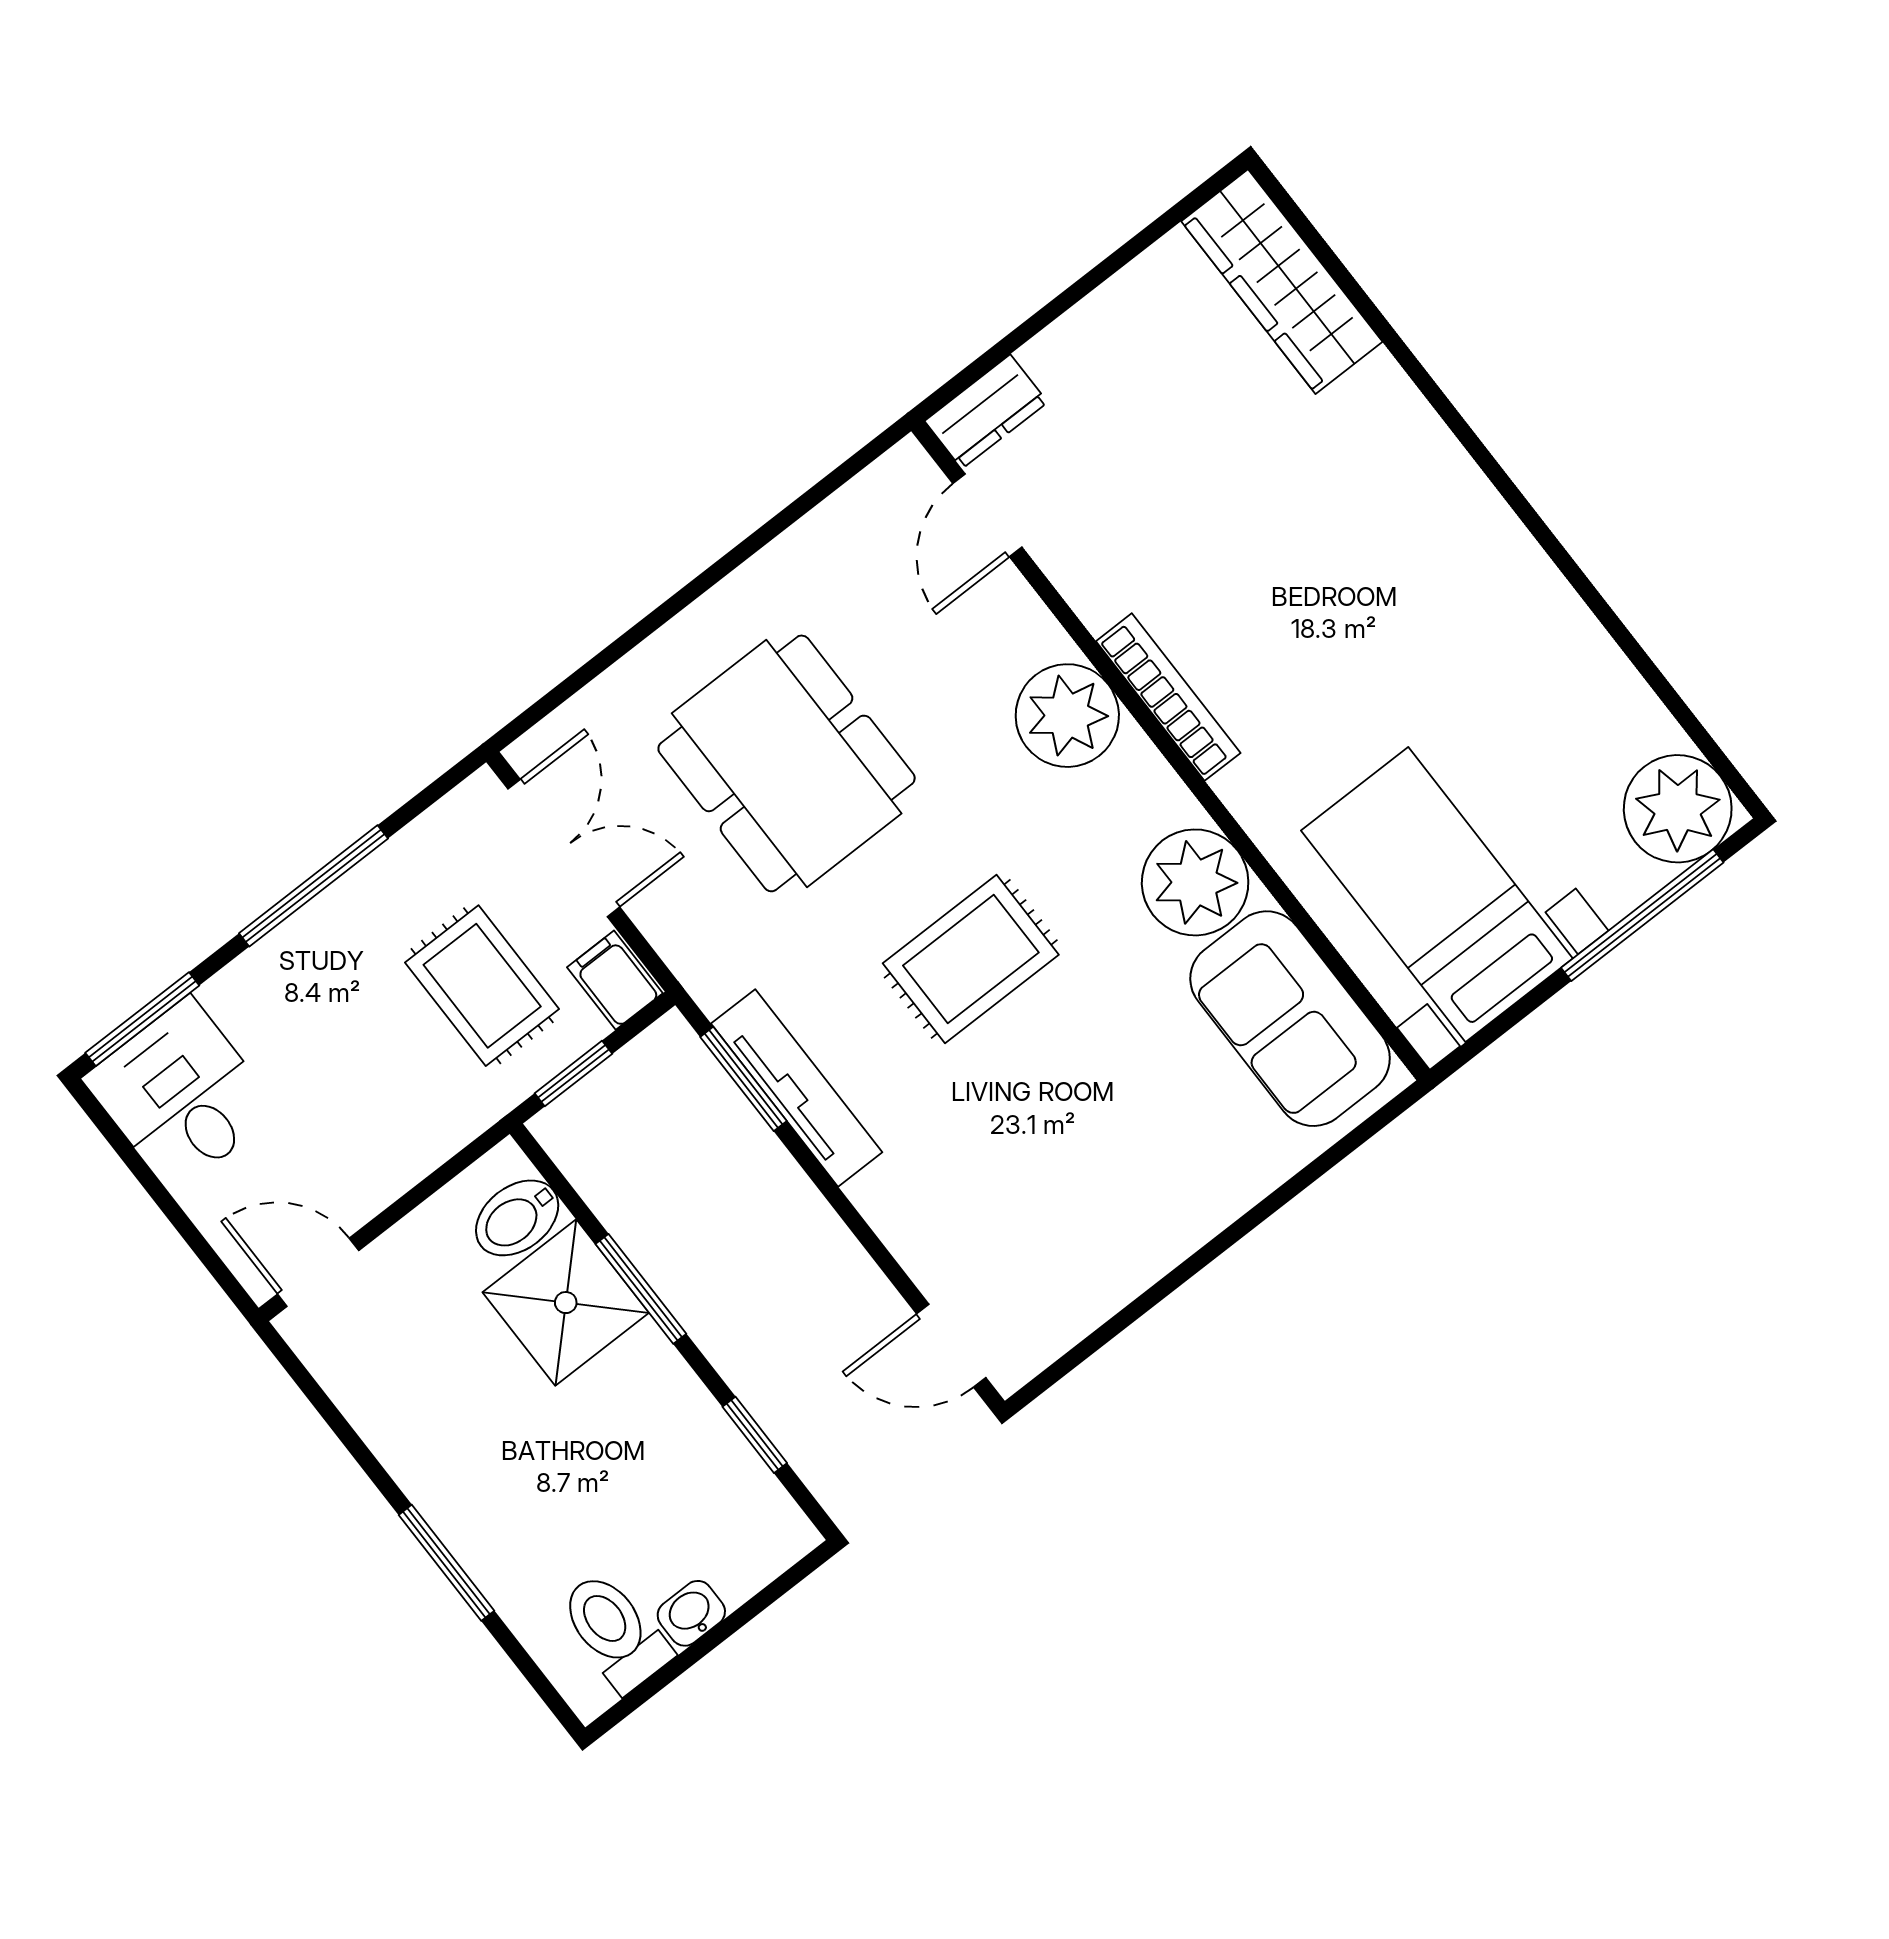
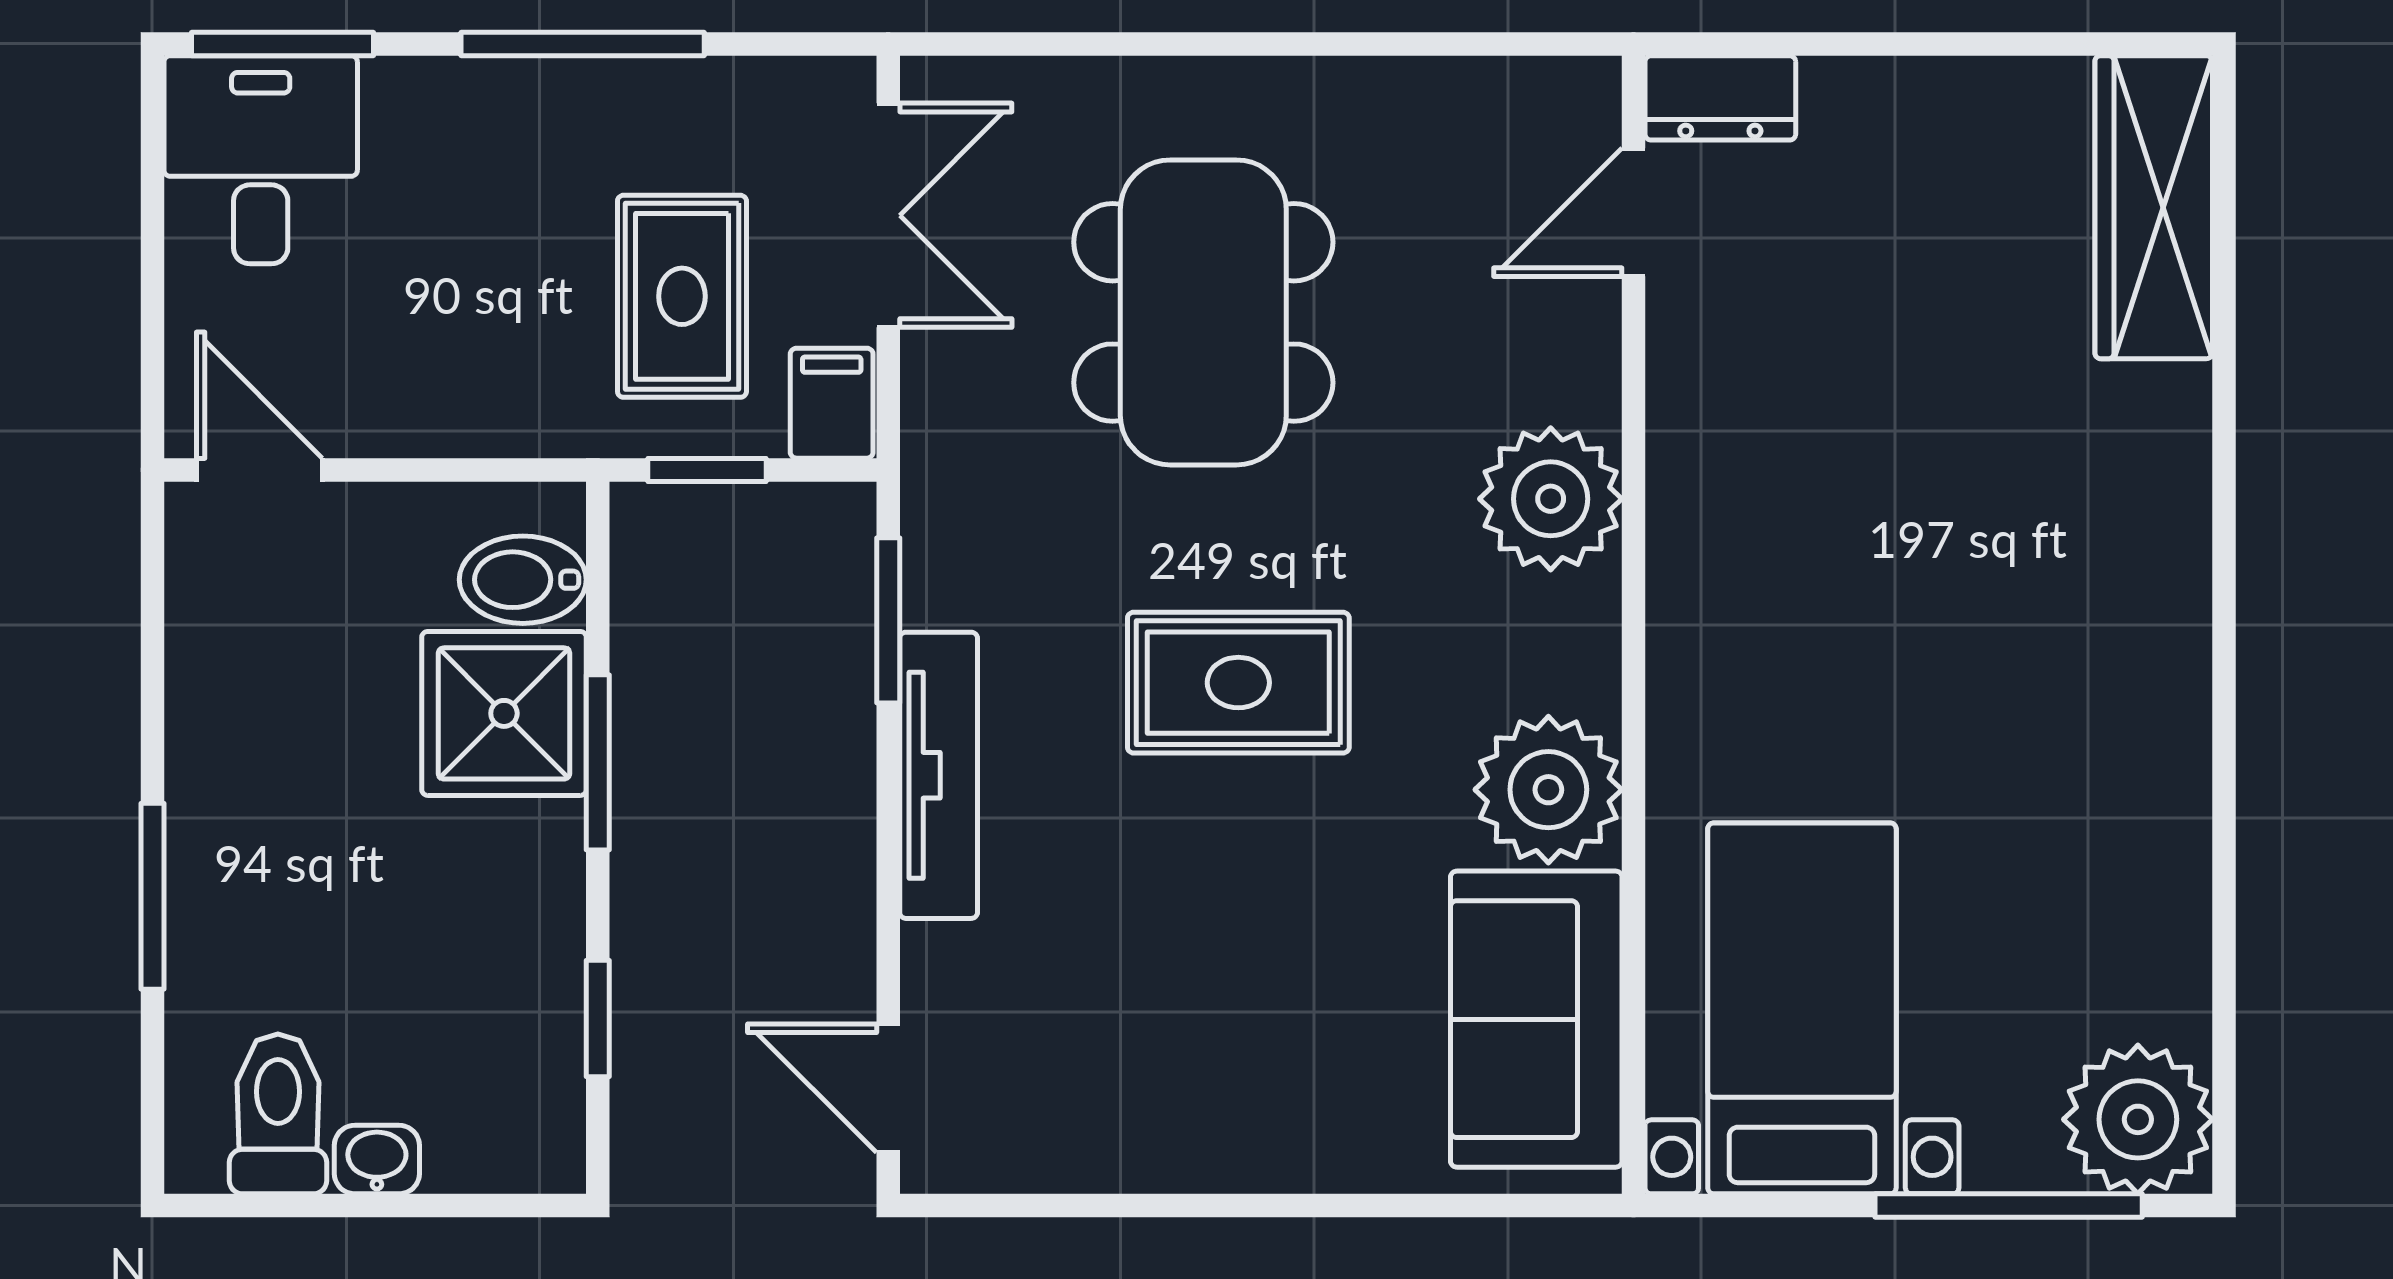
bookcase: (1168, 697) -> (1677, 564), removed
tv unit: (797, 1088) -> (939, 775), moved

